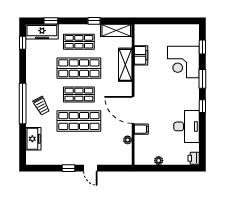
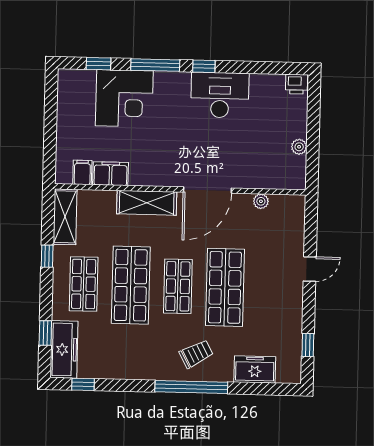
shelving: (125, 65) -> (147, 203), moved
window: (202, 79) -> (155, 65), width x1.44
desk: (187, 126) -> (220, 95), moved
filing cabinet: (141, 129) -> (82, 172), moved
window: (68, 168) -> (308, 345), moved

